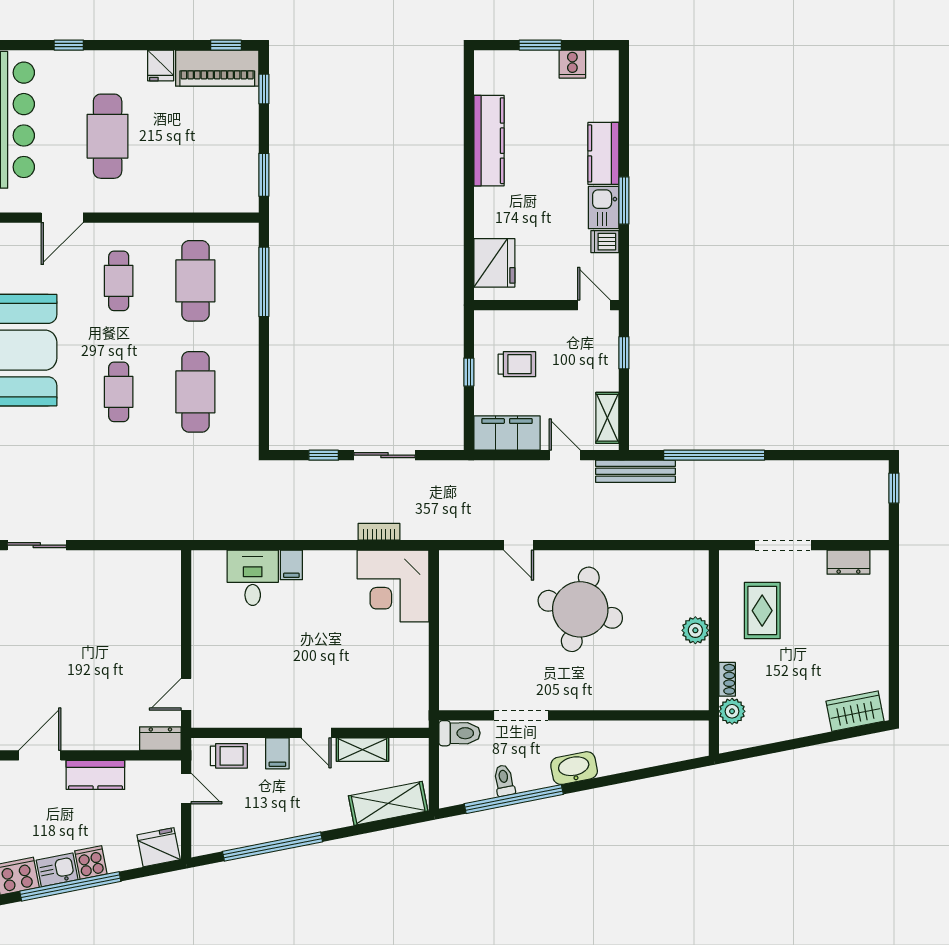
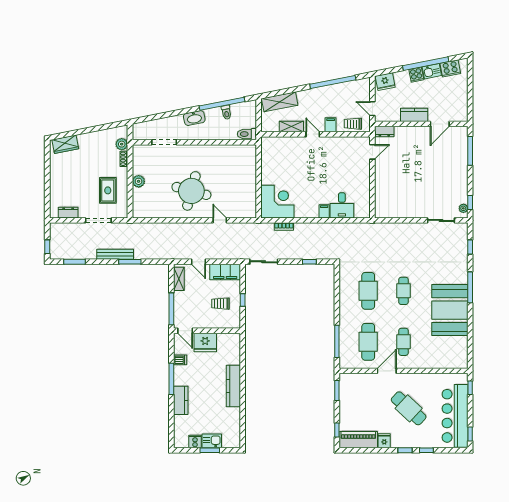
window: (226, 45) -> (405, 450), moved
cafe table: (108, 136) -> (409, 408), turned -47
kitchen counter: (489, 141) -> (233, 386), moved
window: (624, 200) -> (171, 379), width x1.44
kitchen sink: (604, 208) -> (212, 441), moved, turned -90
door: (62, 218) -> (387, 371), moved
fridge: (494, 263) -> (205, 342), moved, turned -90
window: (624, 353) -> (171, 309), width x2.17
sliding door: (385, 455) -> (264, 262), moved
window: (714, 455) -> (130, 262), width x0.47
window: (835, 455) -> (74, 262), added
bench: (636, 471) -> (115, 254), moved
doorway: (521, 715) -> (164, 142), moved

